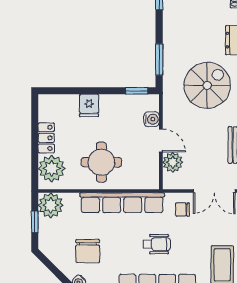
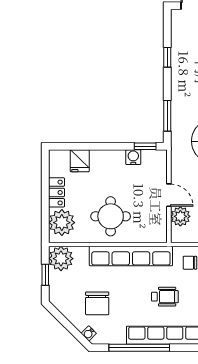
fridge: (89, 106) -> (80, 161), moved
water cooler: (152, 119) -> (133, 157), moved, turned -90

